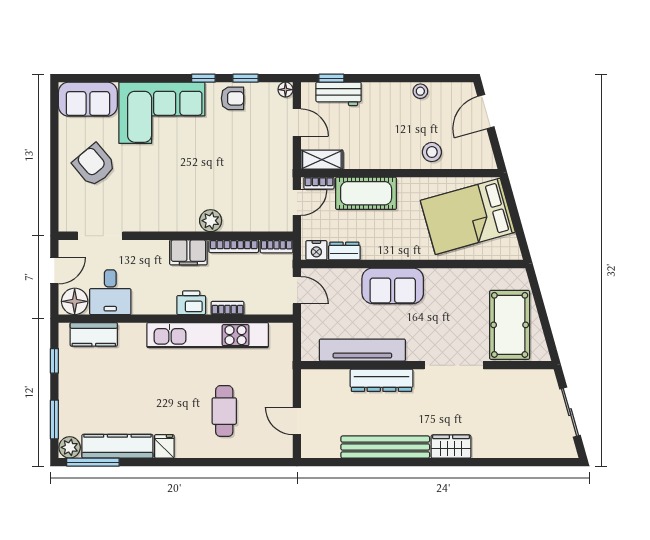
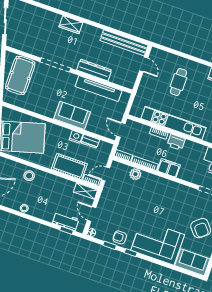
plant: (211, 221) -> (135, 174), moved
nightstand: (316, 250) -> (76, 137), moved
bench: (385, 447) -> (124, 43), moved

